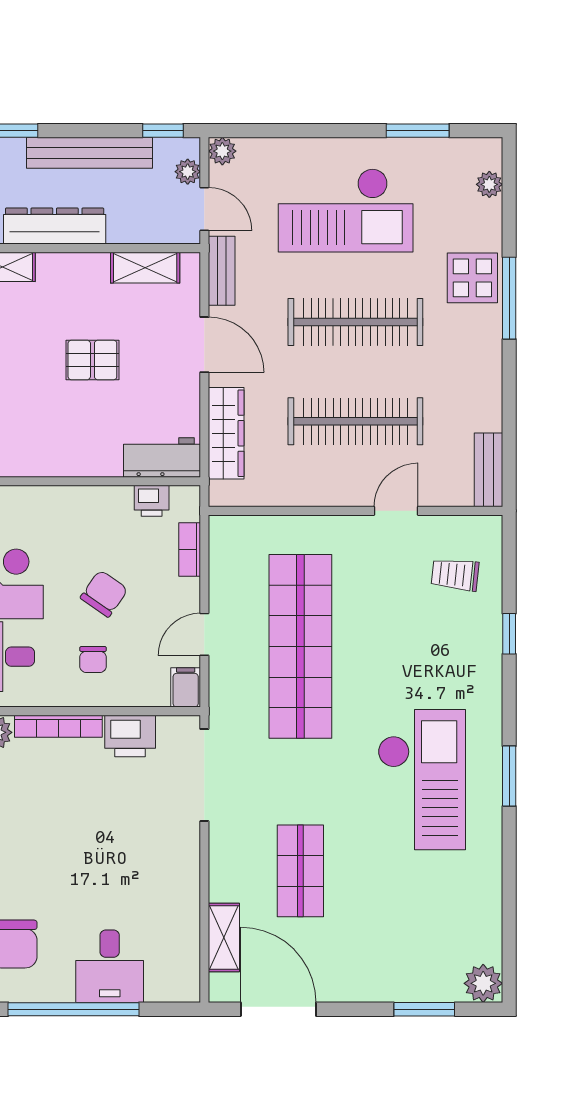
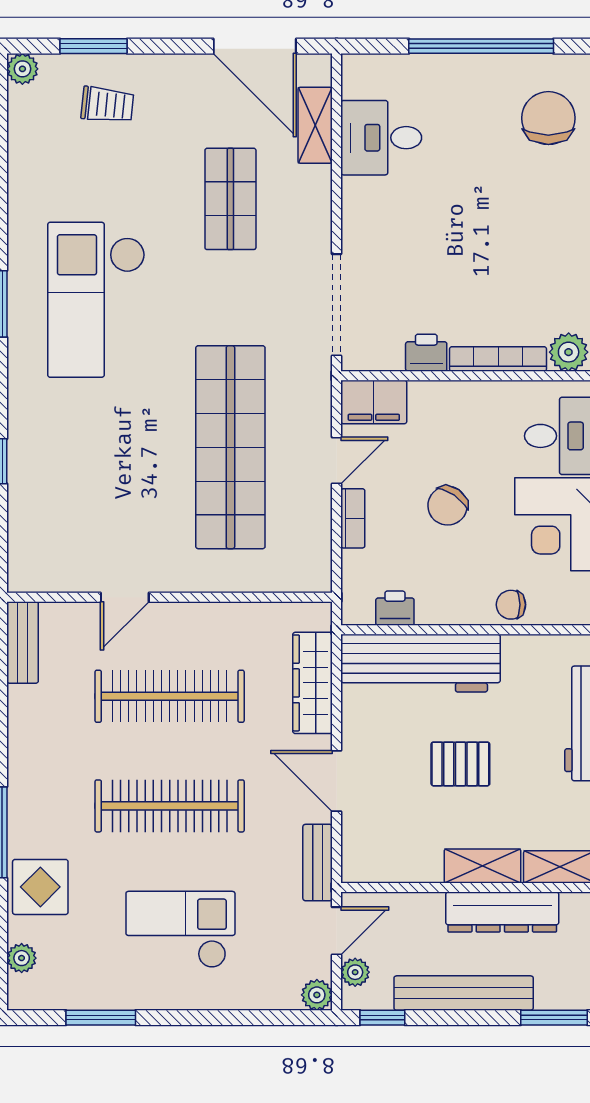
door: (204, 209) -> (337, 931), swing flipped
checkout: (346, 210) -> (180, 929), width x0.73, depth x0.83
shelving: (145, 268) -> (483, 866), moved
display table: (472, 278) -> (40, 887), moved
workbench: (162, 458) -> (421, 663), width x1.88, depth x1.32
bookcase: (190, 550) -> (353, 518), moved
trolley: (455, 575) -> (107, 105), moved
chair: (93, 659) -> (511, 605), moved, turned -90
filing cabinet: (186, 687) -> (374, 402), width x2.00
printer: (130, 736) -> (426, 353), width x0.73, depth x0.81
desk: (110, 966) -> (381, 138), moved, turned -90
plant: (483, 983) -> (22, 69), width x0.73, depth x0.73

